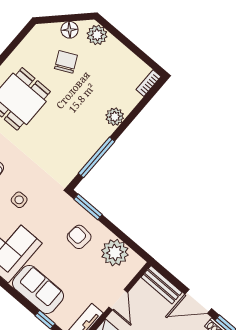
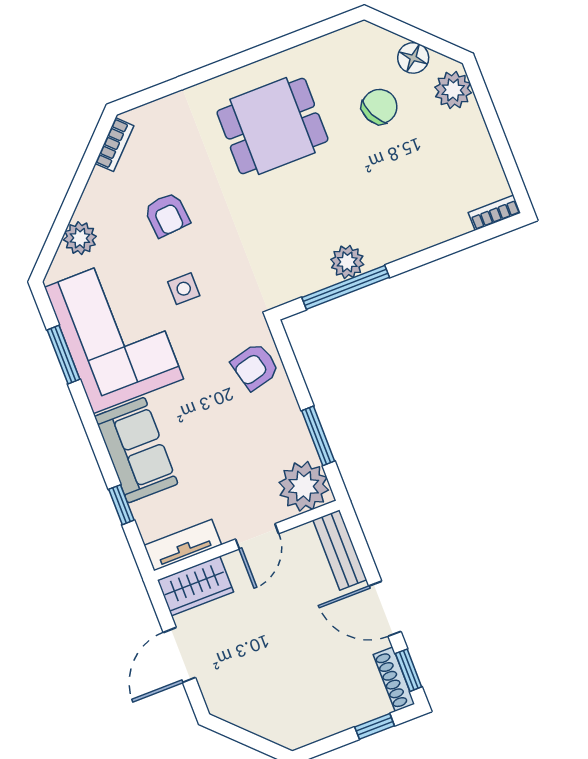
plant: (115, 117) -> (347, 262), moved
window: (88, 207) -> (318, 436), moved
armchair: (79, 237) -> (255, 367), moved, turned -109
plant: (115, 253) -> (304, 486), moved

